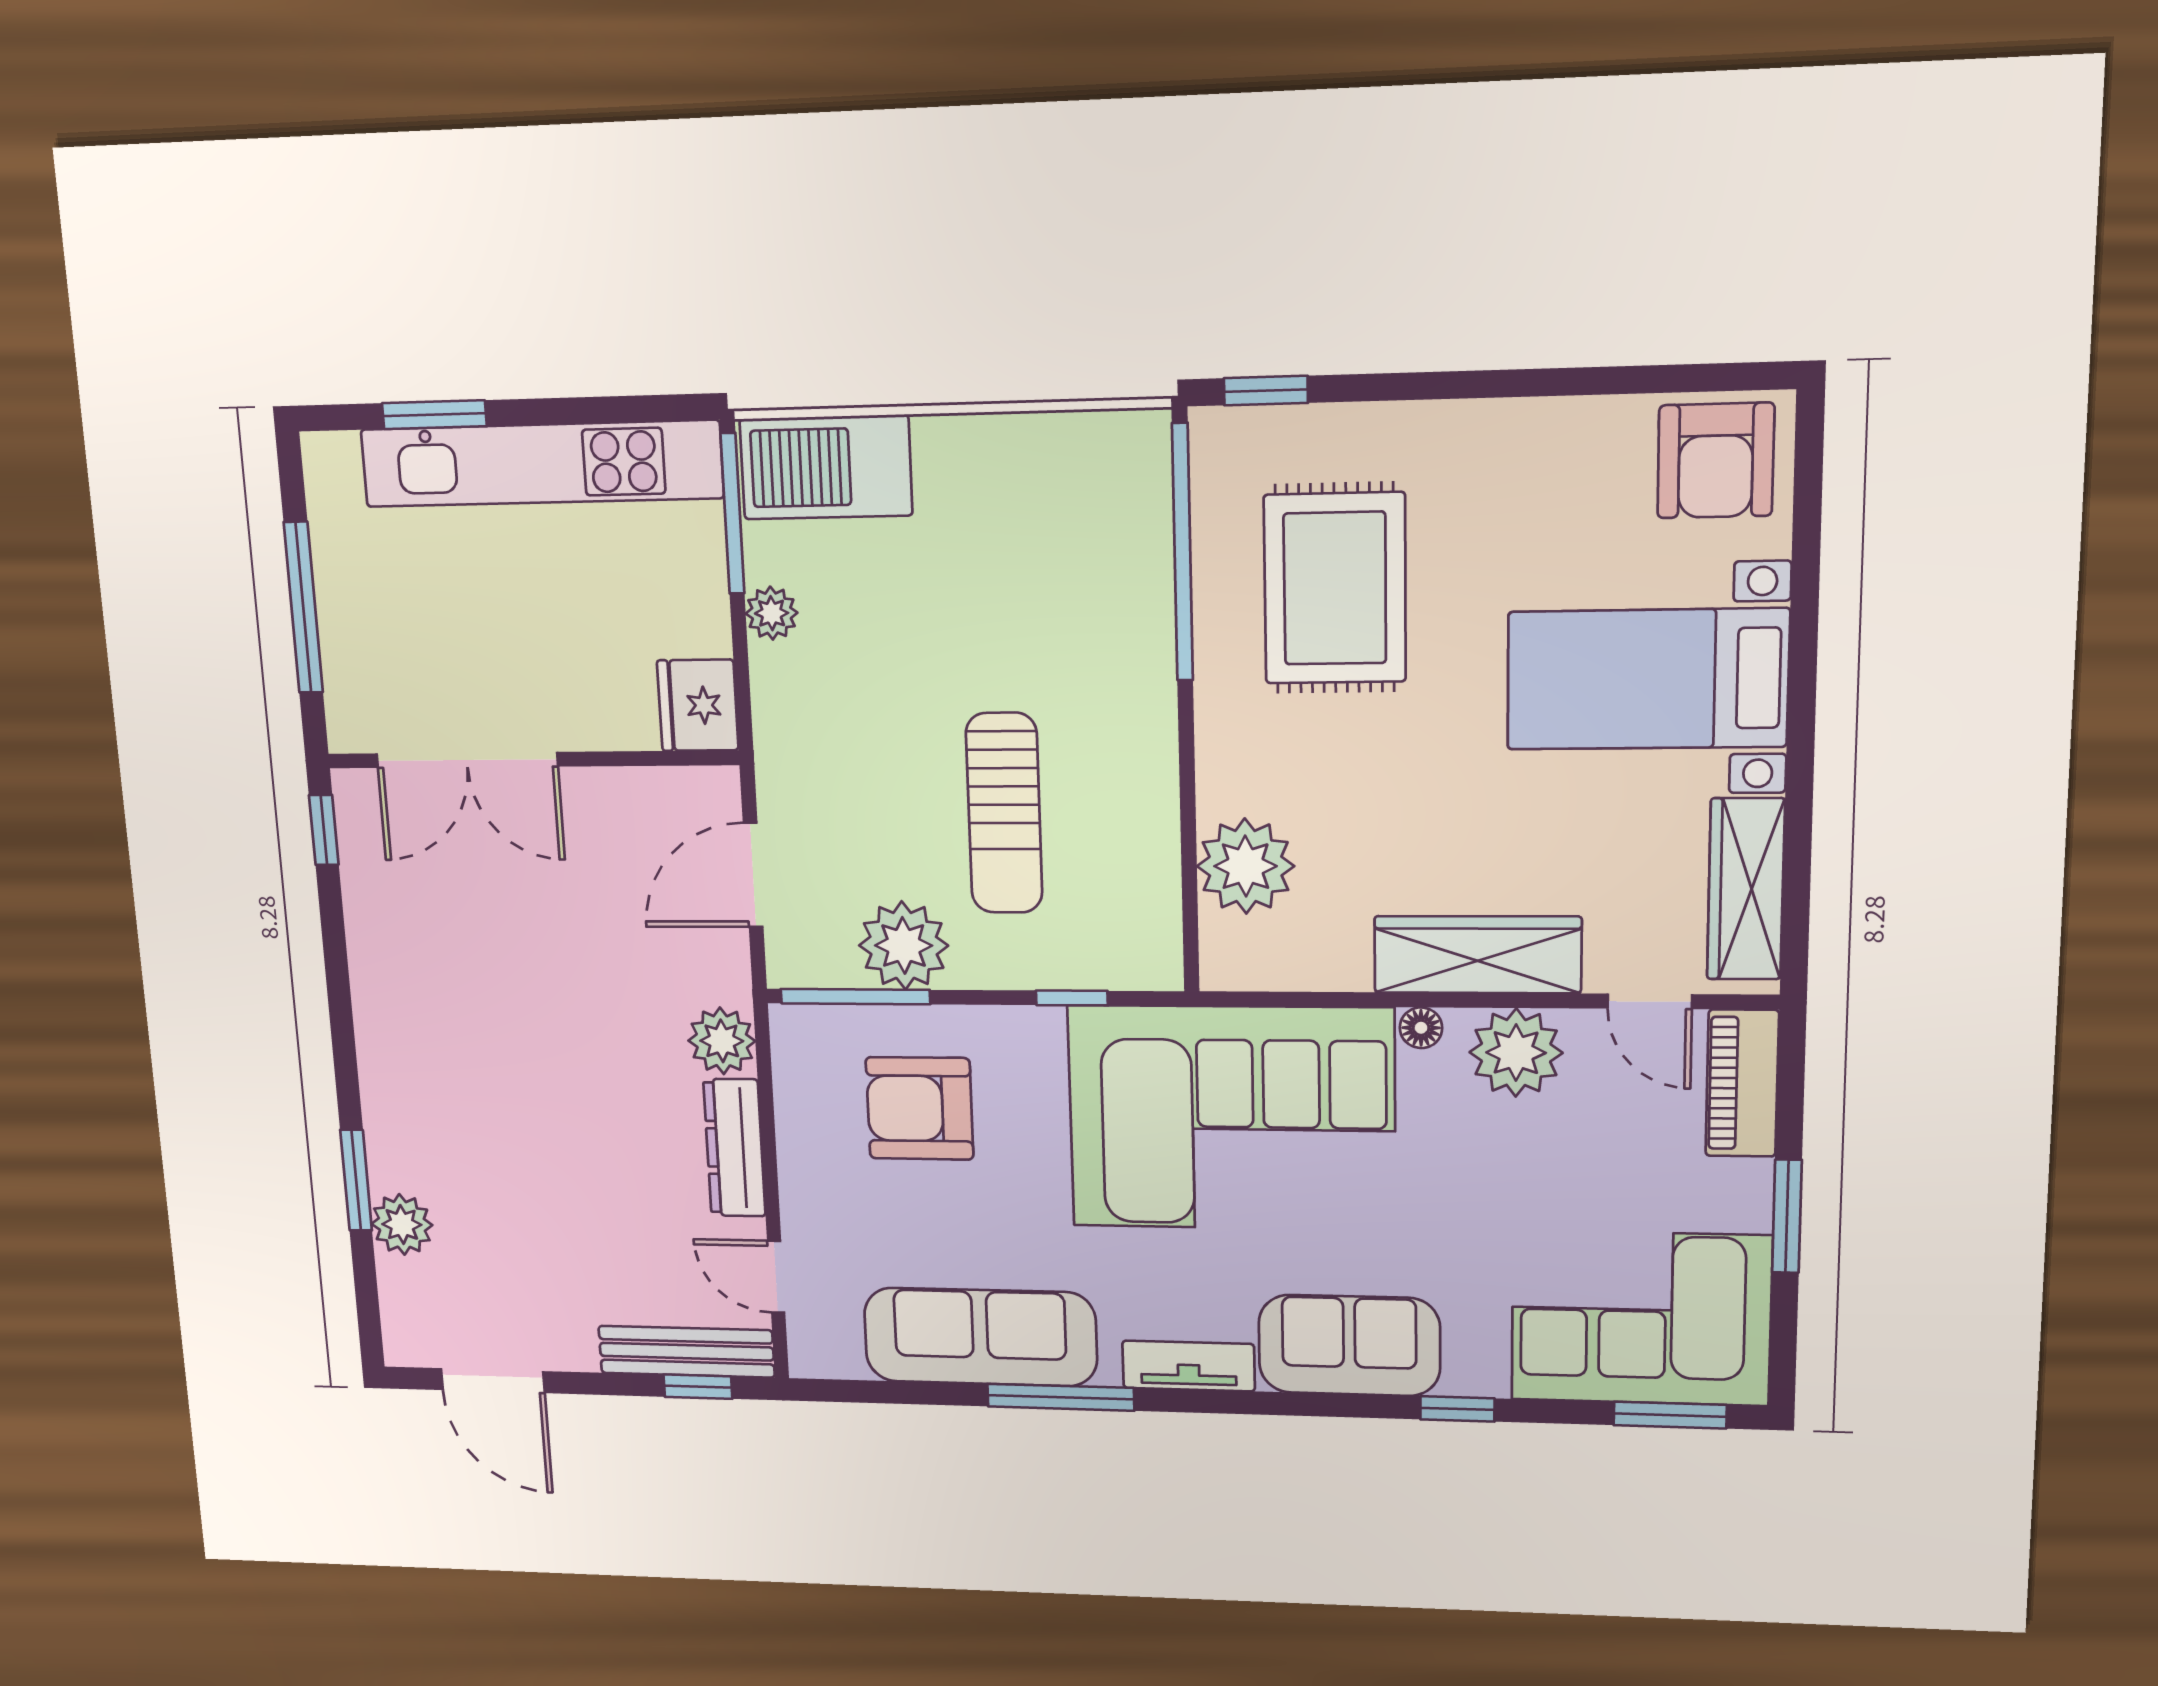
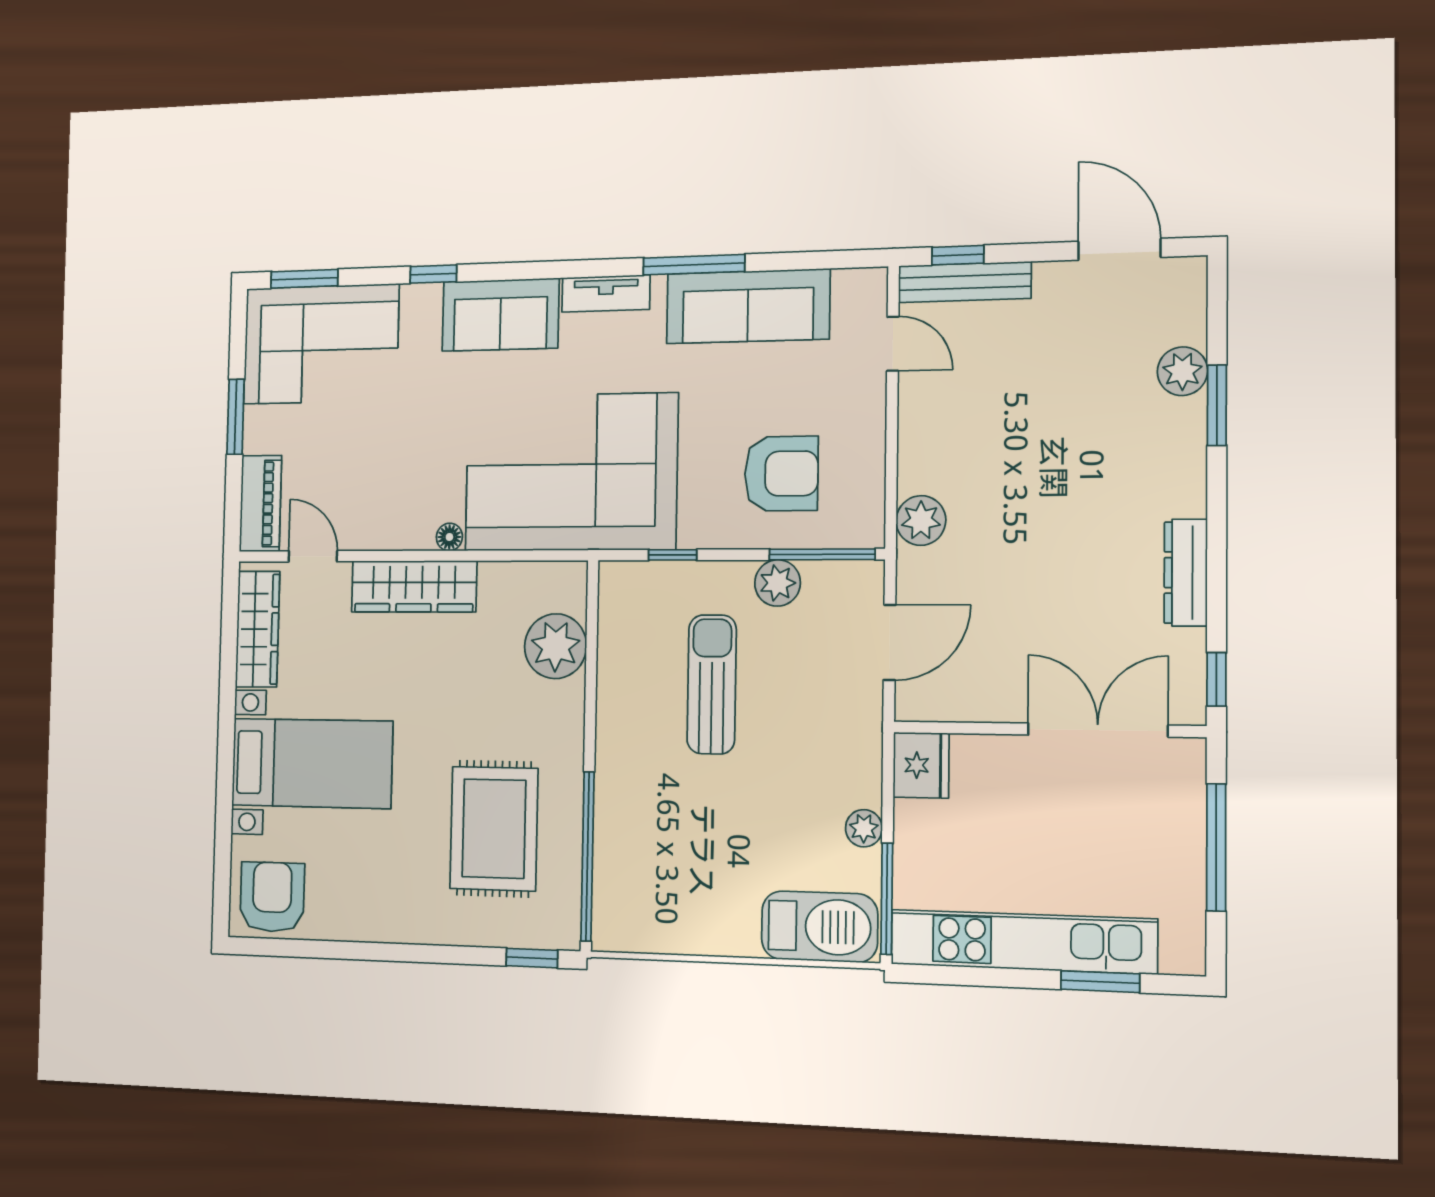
plant: (904, 946) -> (778, 583), width x0.73, depth x0.73
plant: (1516, 1053) -> (392, 521), removed
dresser: (734, 1148) -> (1186, 573), moved, turned 180

